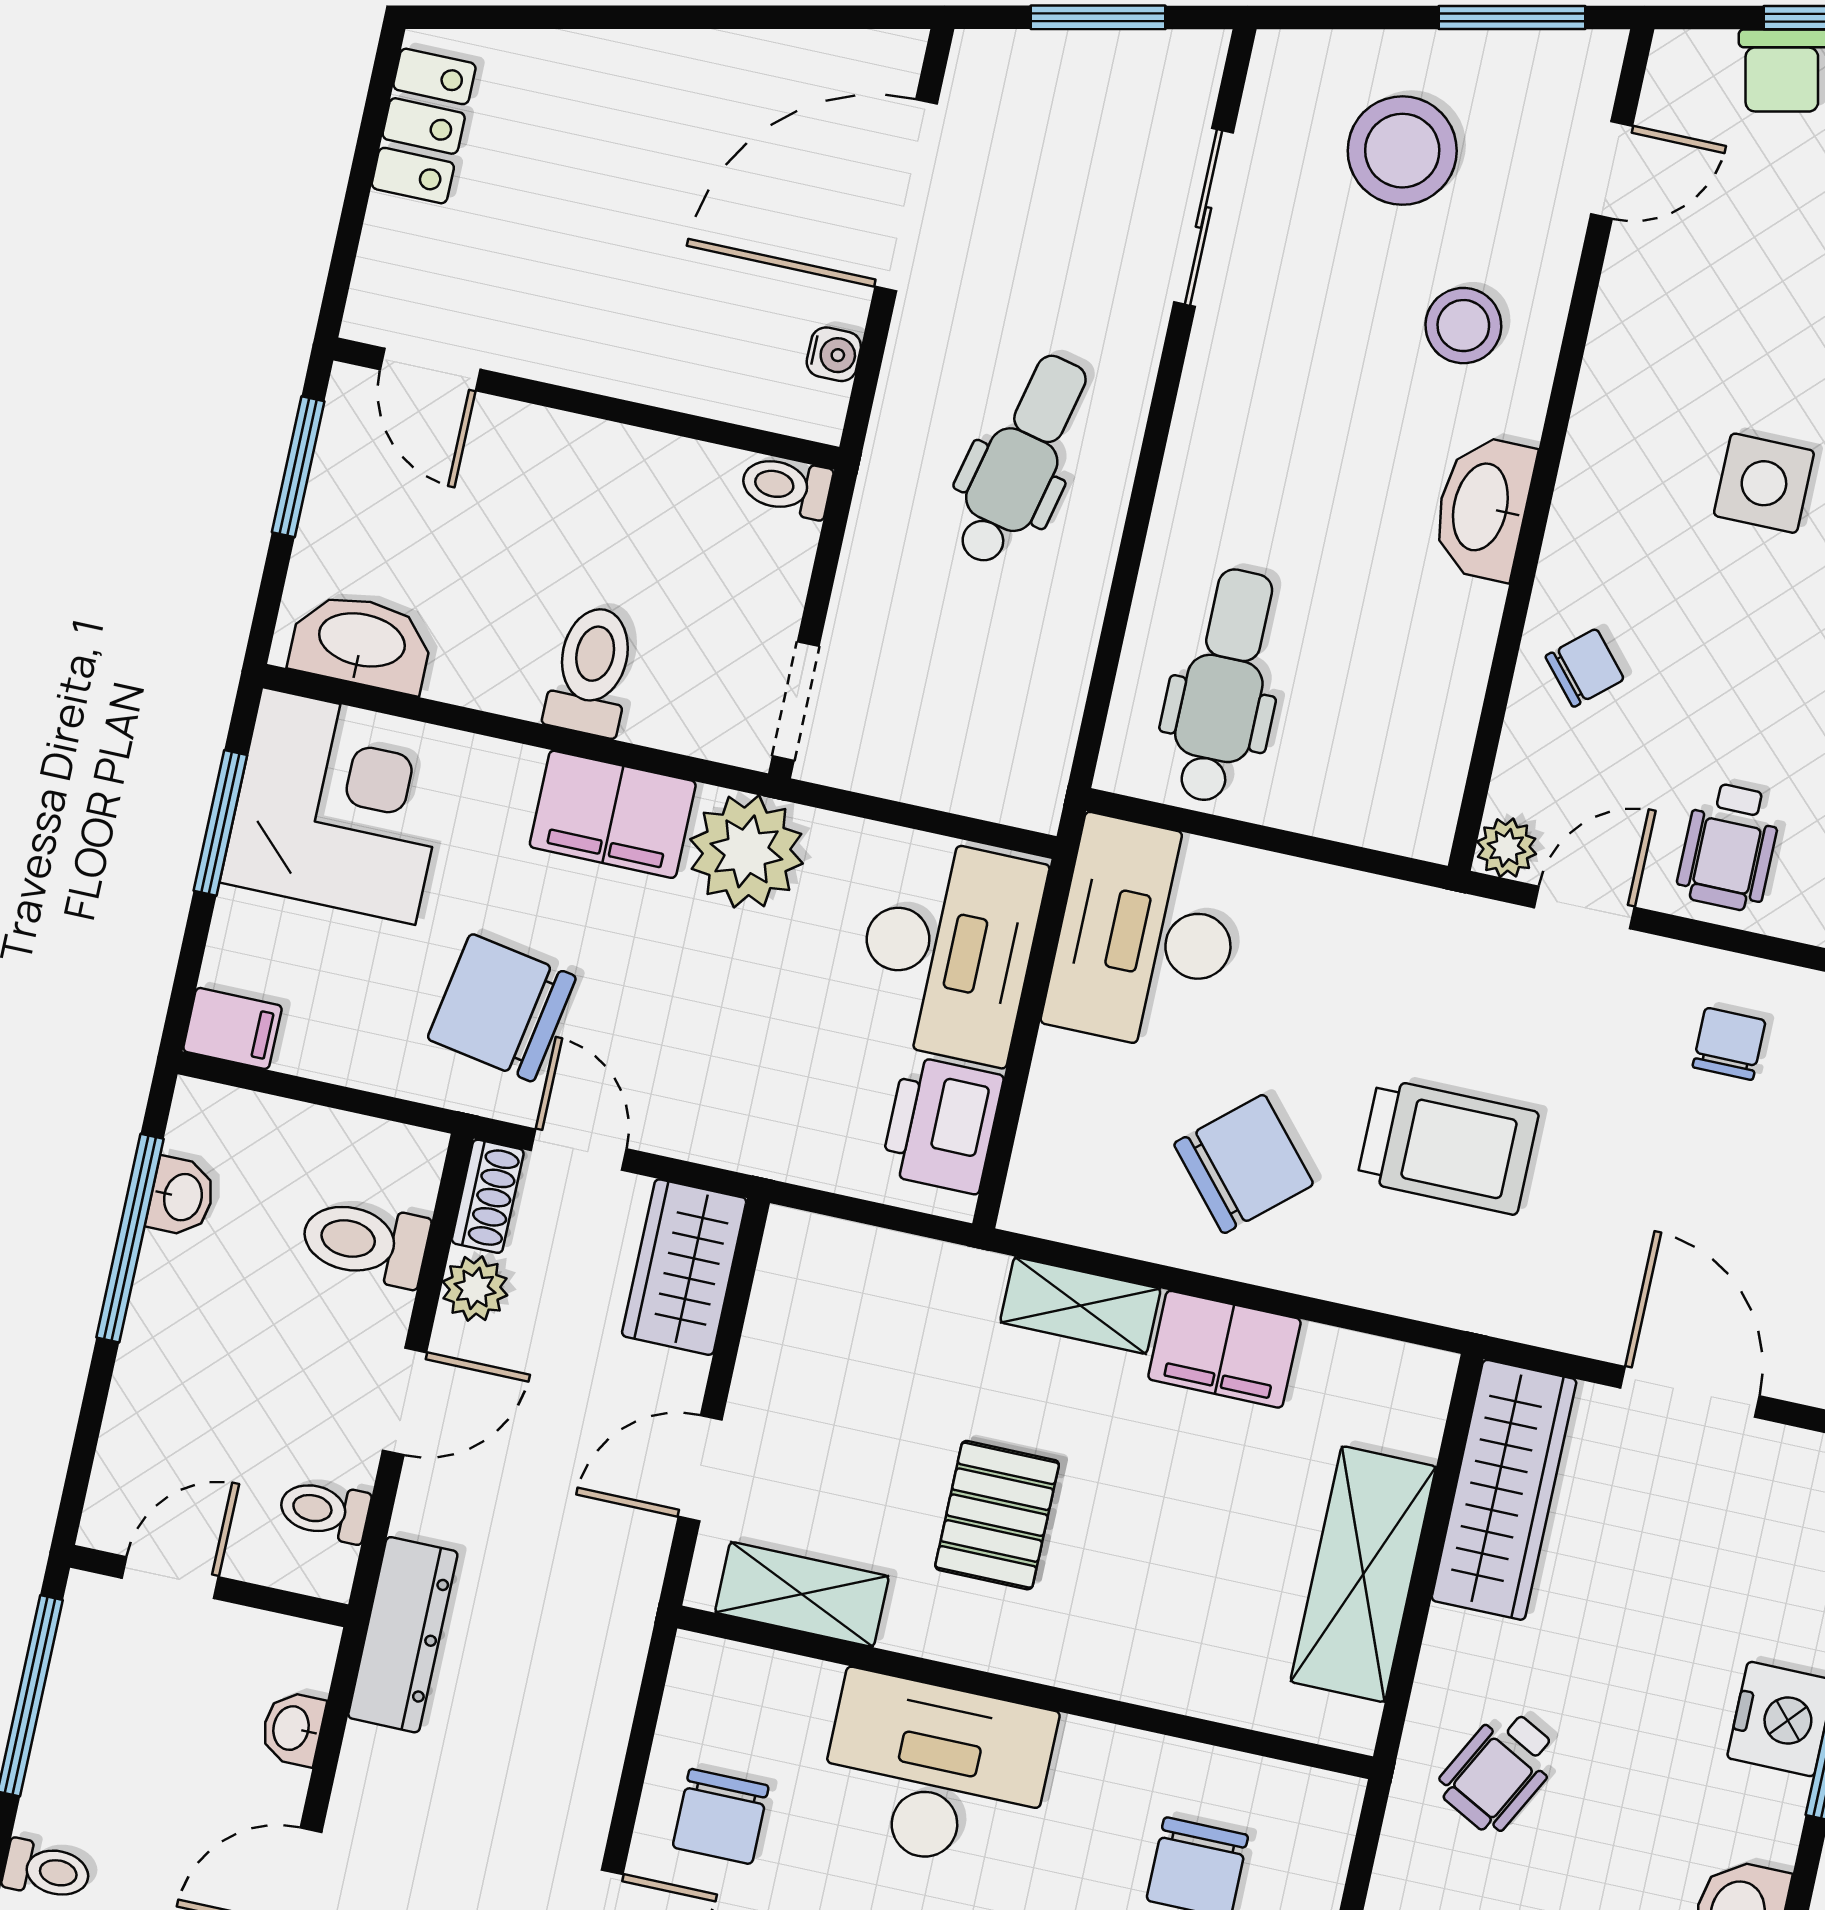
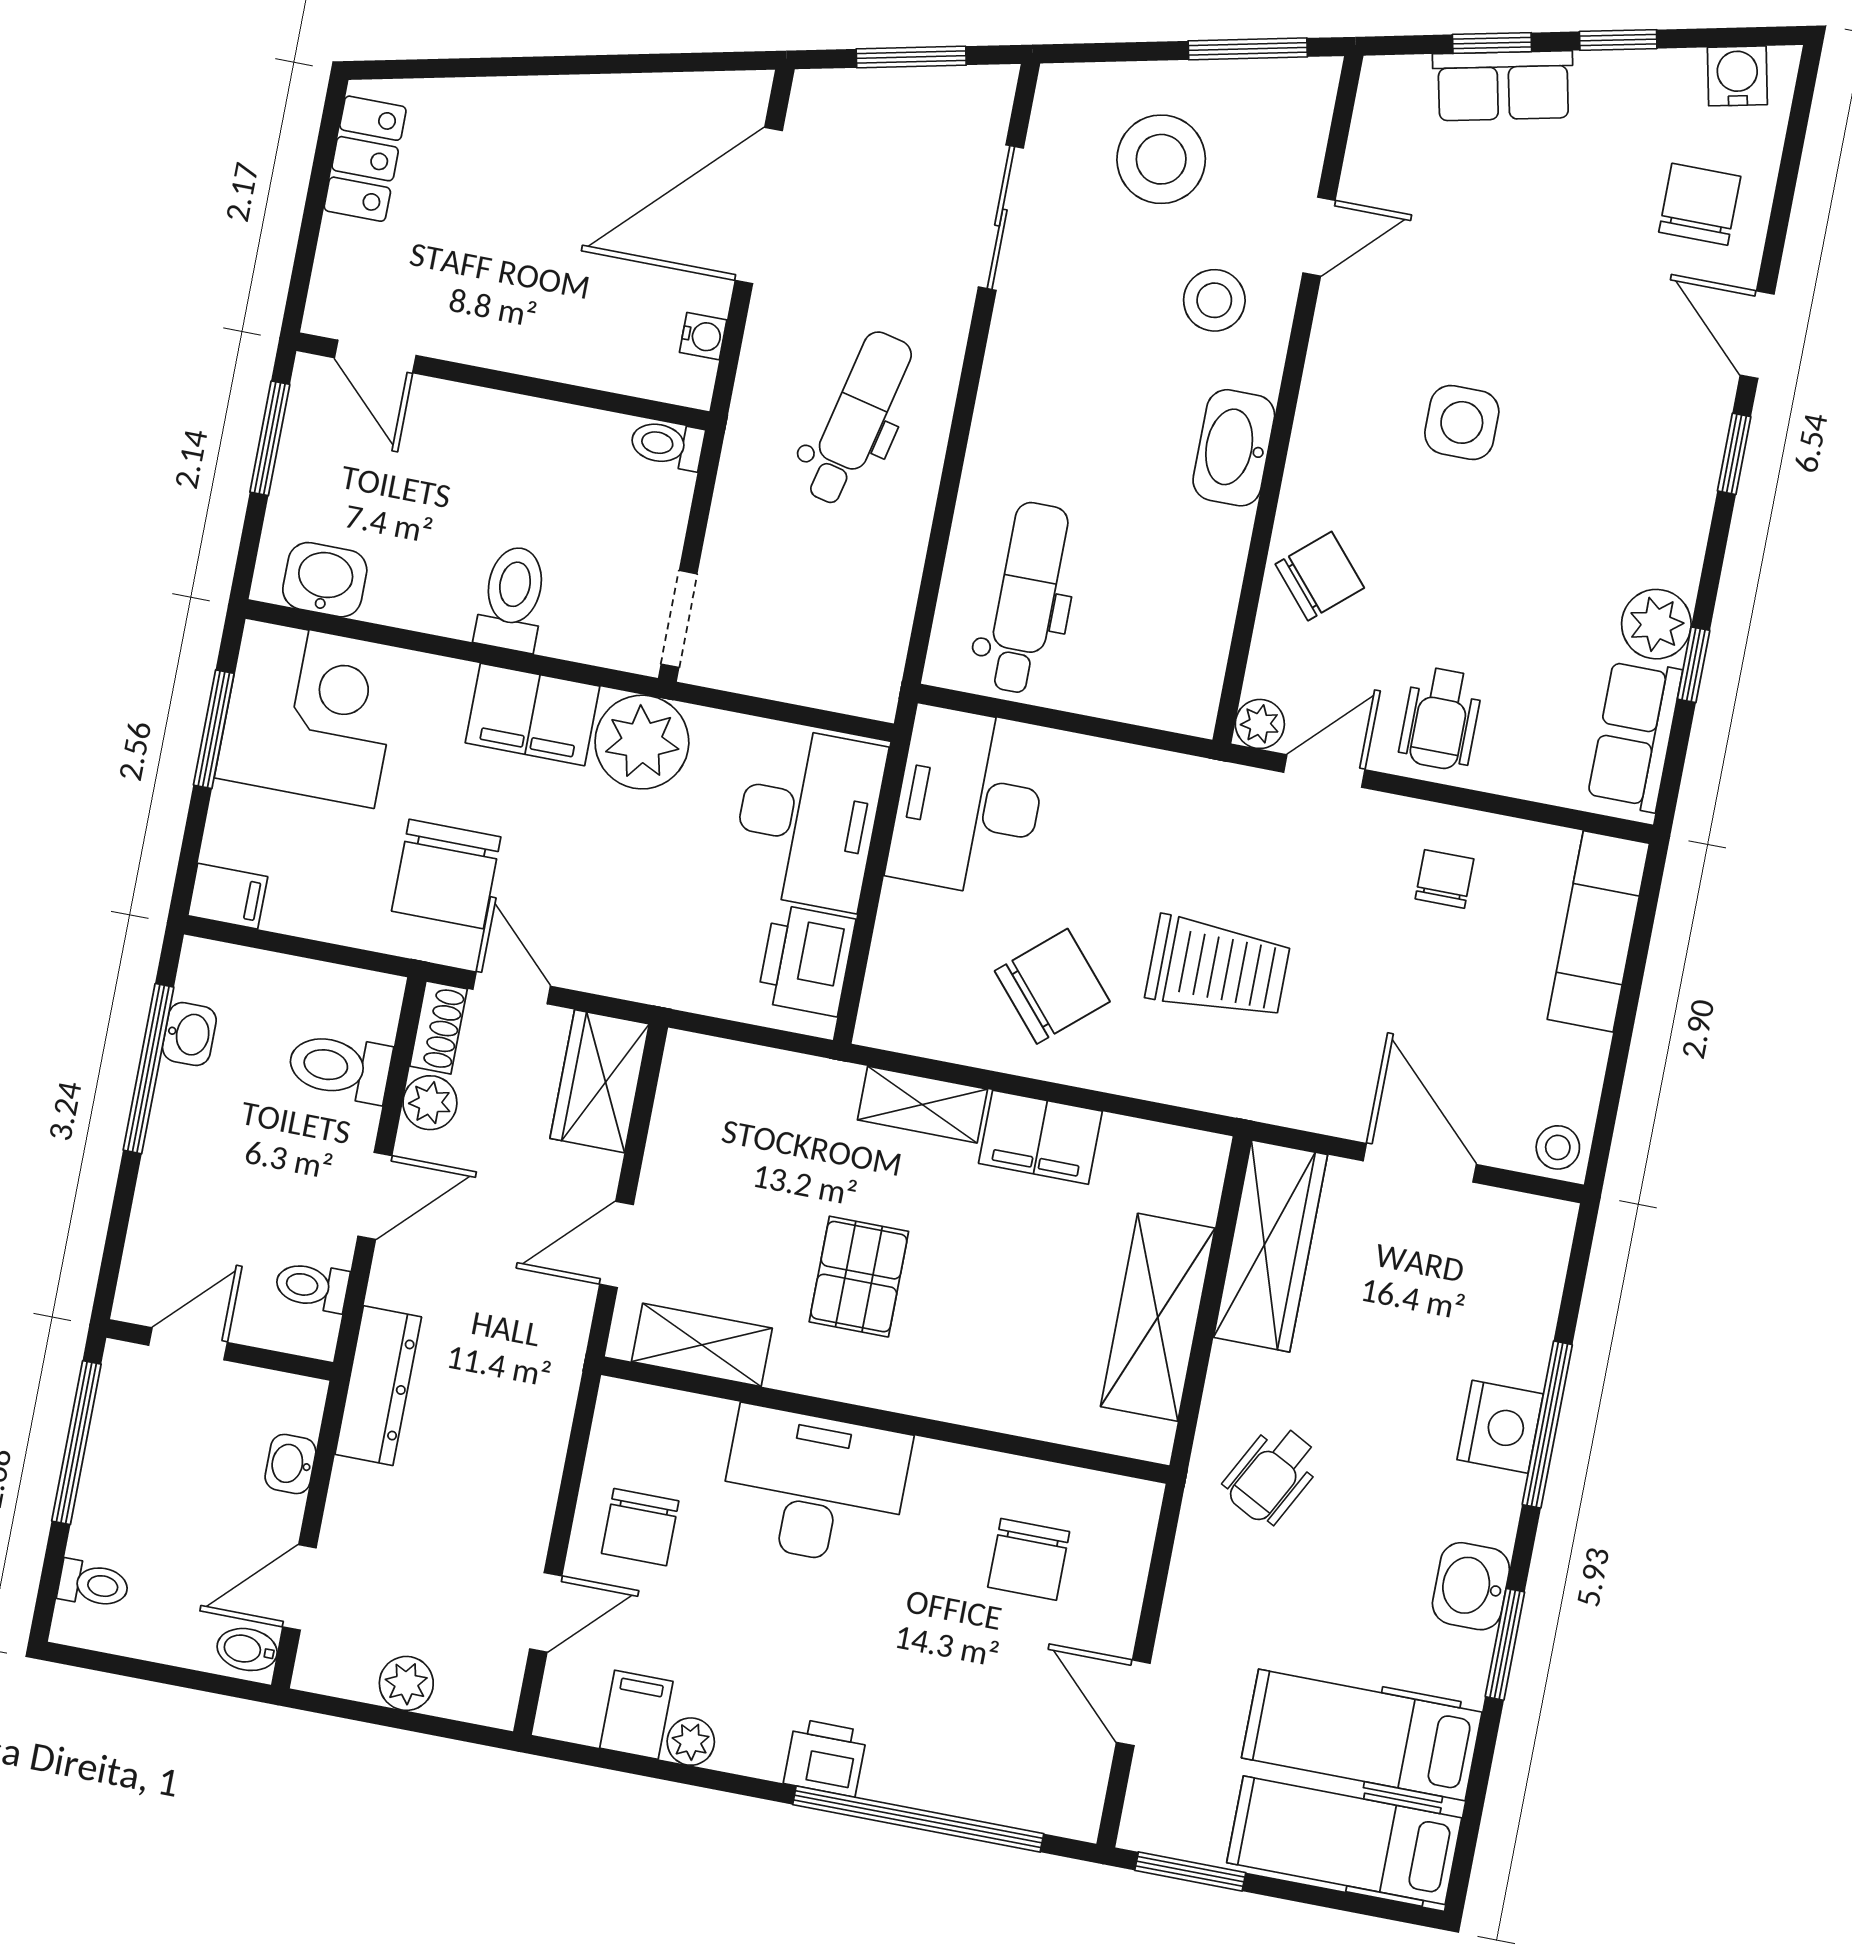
door: (1612, 170) -> (1319, 237), moved
washbasin: (361, 642) -> (325, 580), width x0.72
chair: (1585, 668) -> (1320, 576), width x1.37, depth x1.37
chair: (502, 1008) -> (446, 874), turned -100

